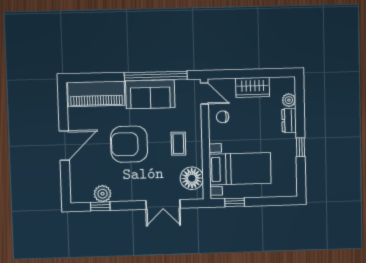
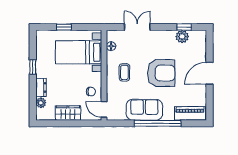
window: (156, 76) -> (158, 123), moved
piano: (96, 94) -> (190, 113), width x0.73, depth x0.75
floor lamp: (192, 178) -> (111, 46), width x0.53, depth x0.53
window: (235, 202) -> (64, 27), moved

